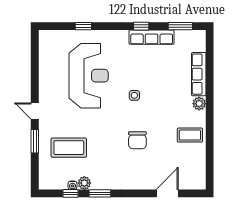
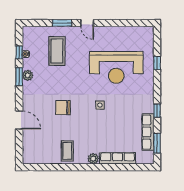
row of seats: (152, 37) -> (148, 132), moved
door: (35, 111) -> (87, 23), swing flipped
plant: (84, 183) -> (28, 75), moved
door: (167, 193) -> (19, 120), moved

